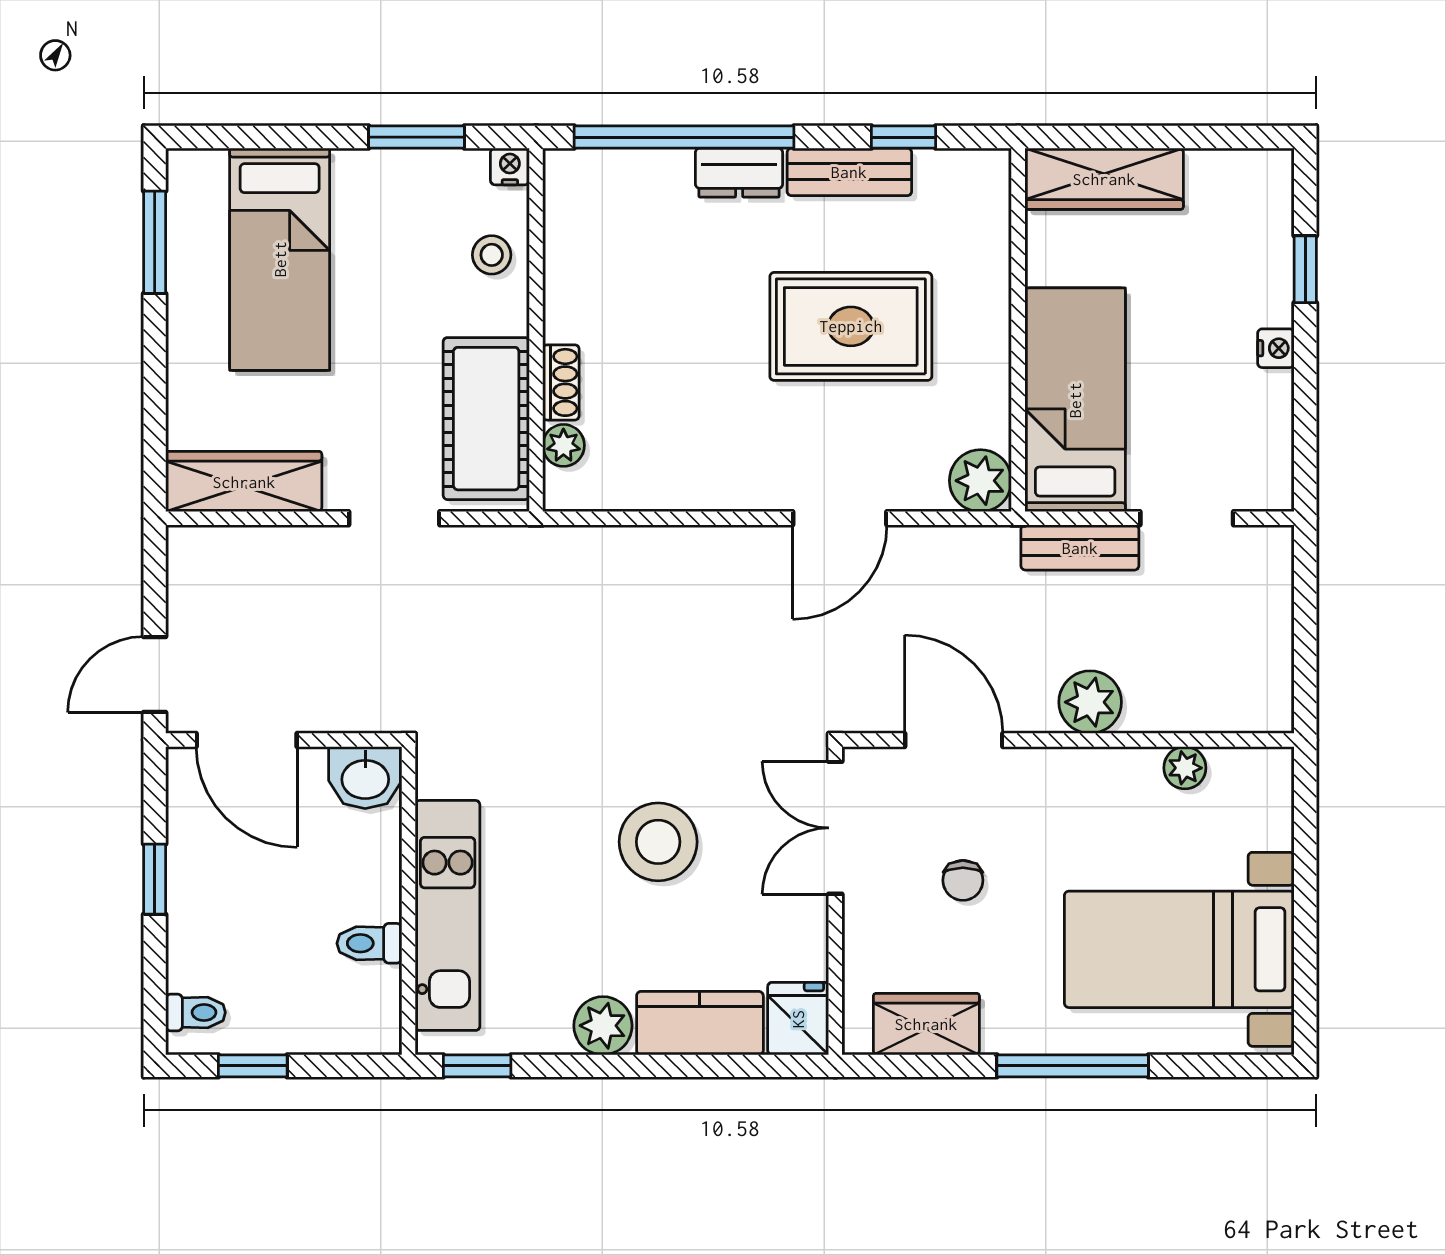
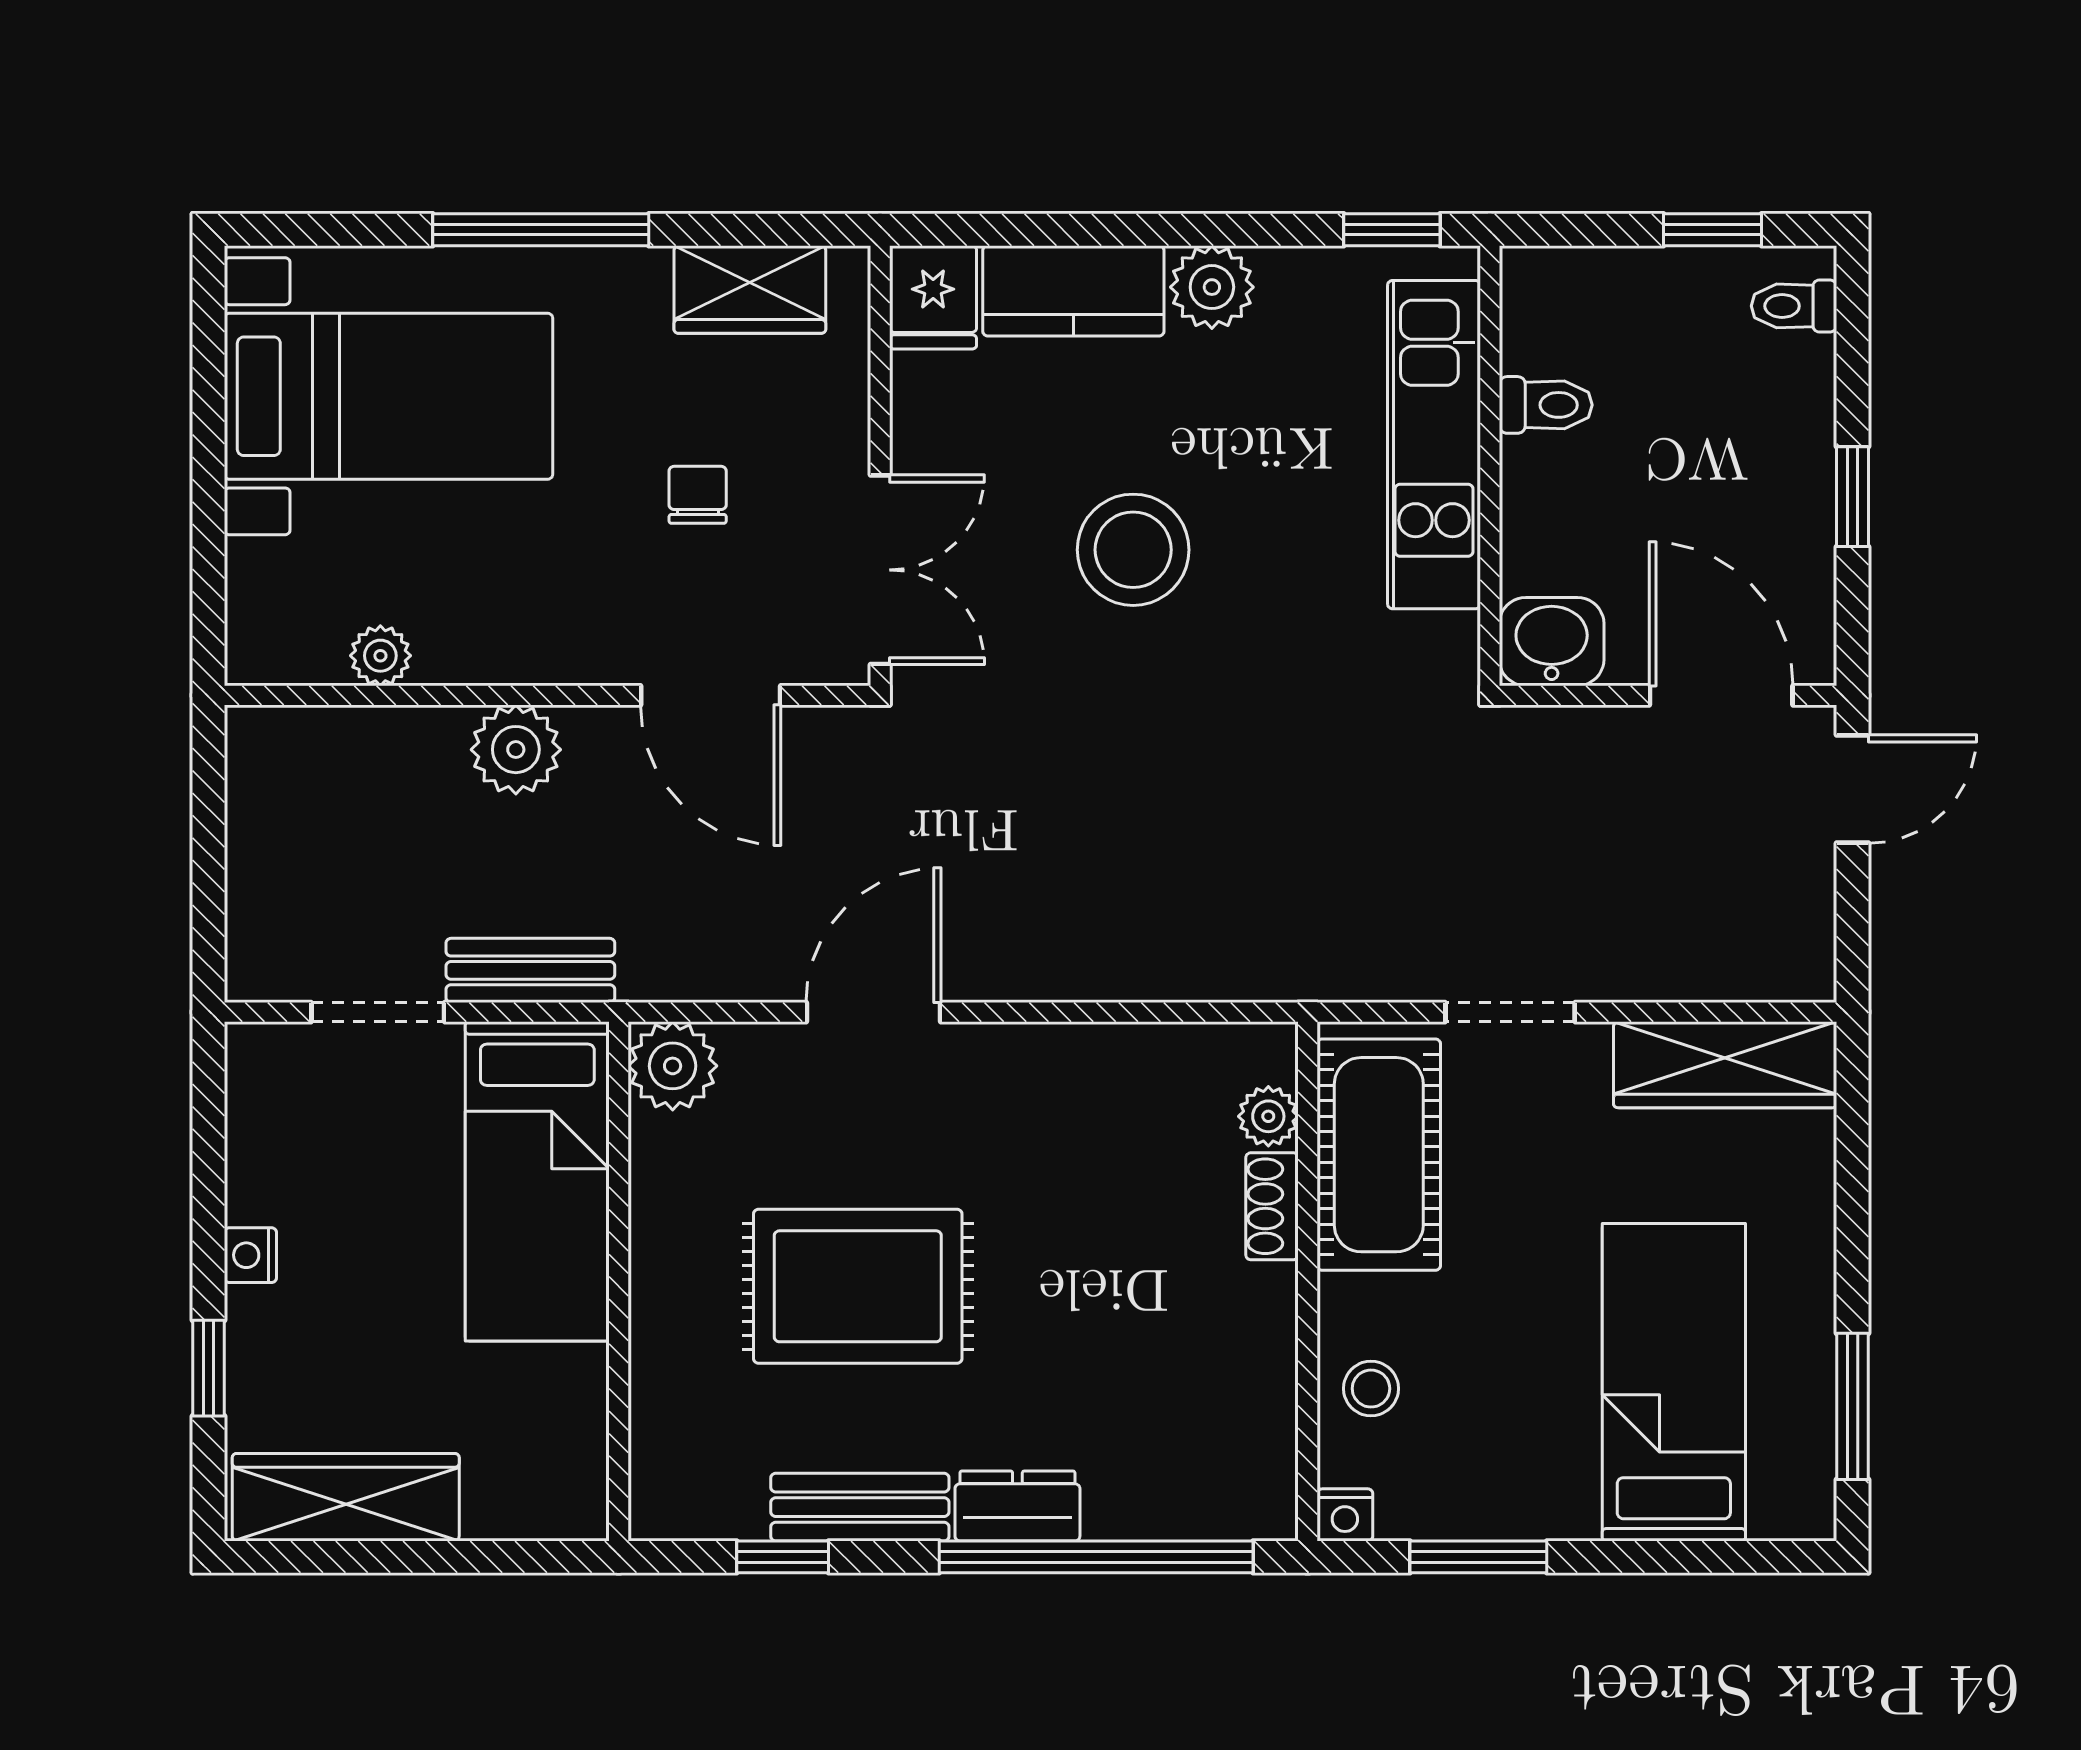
wardrobe: (1104, 179) -> (346, 1497), moved

